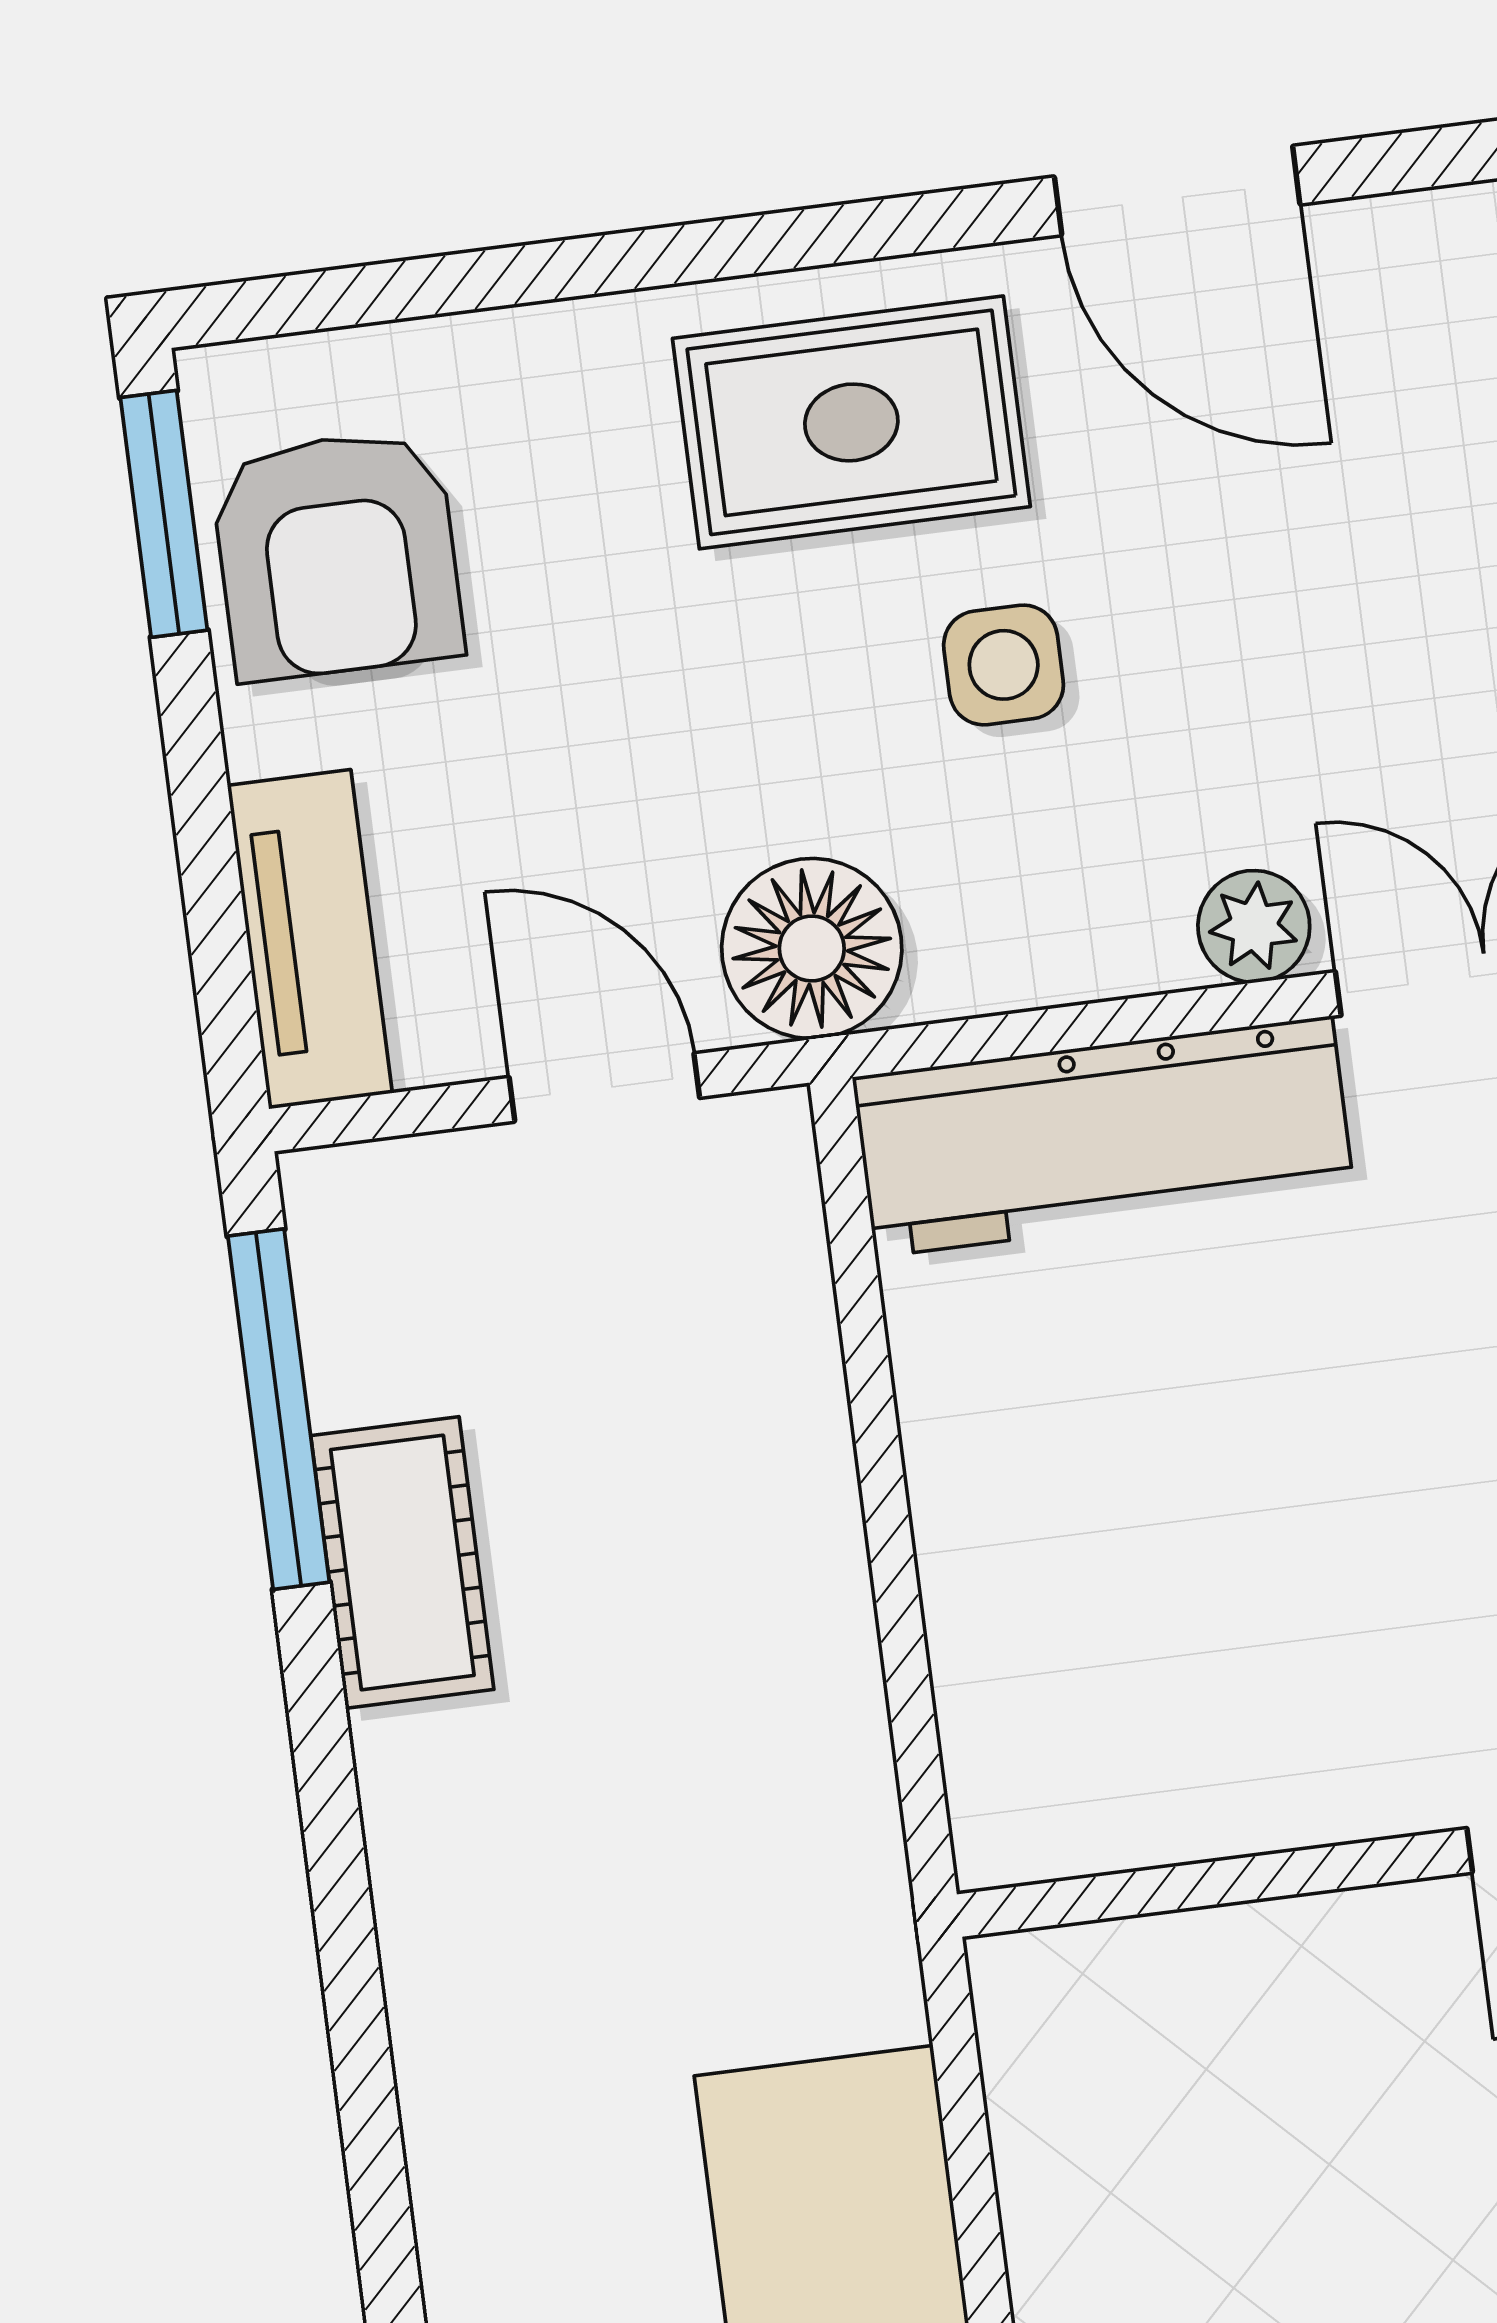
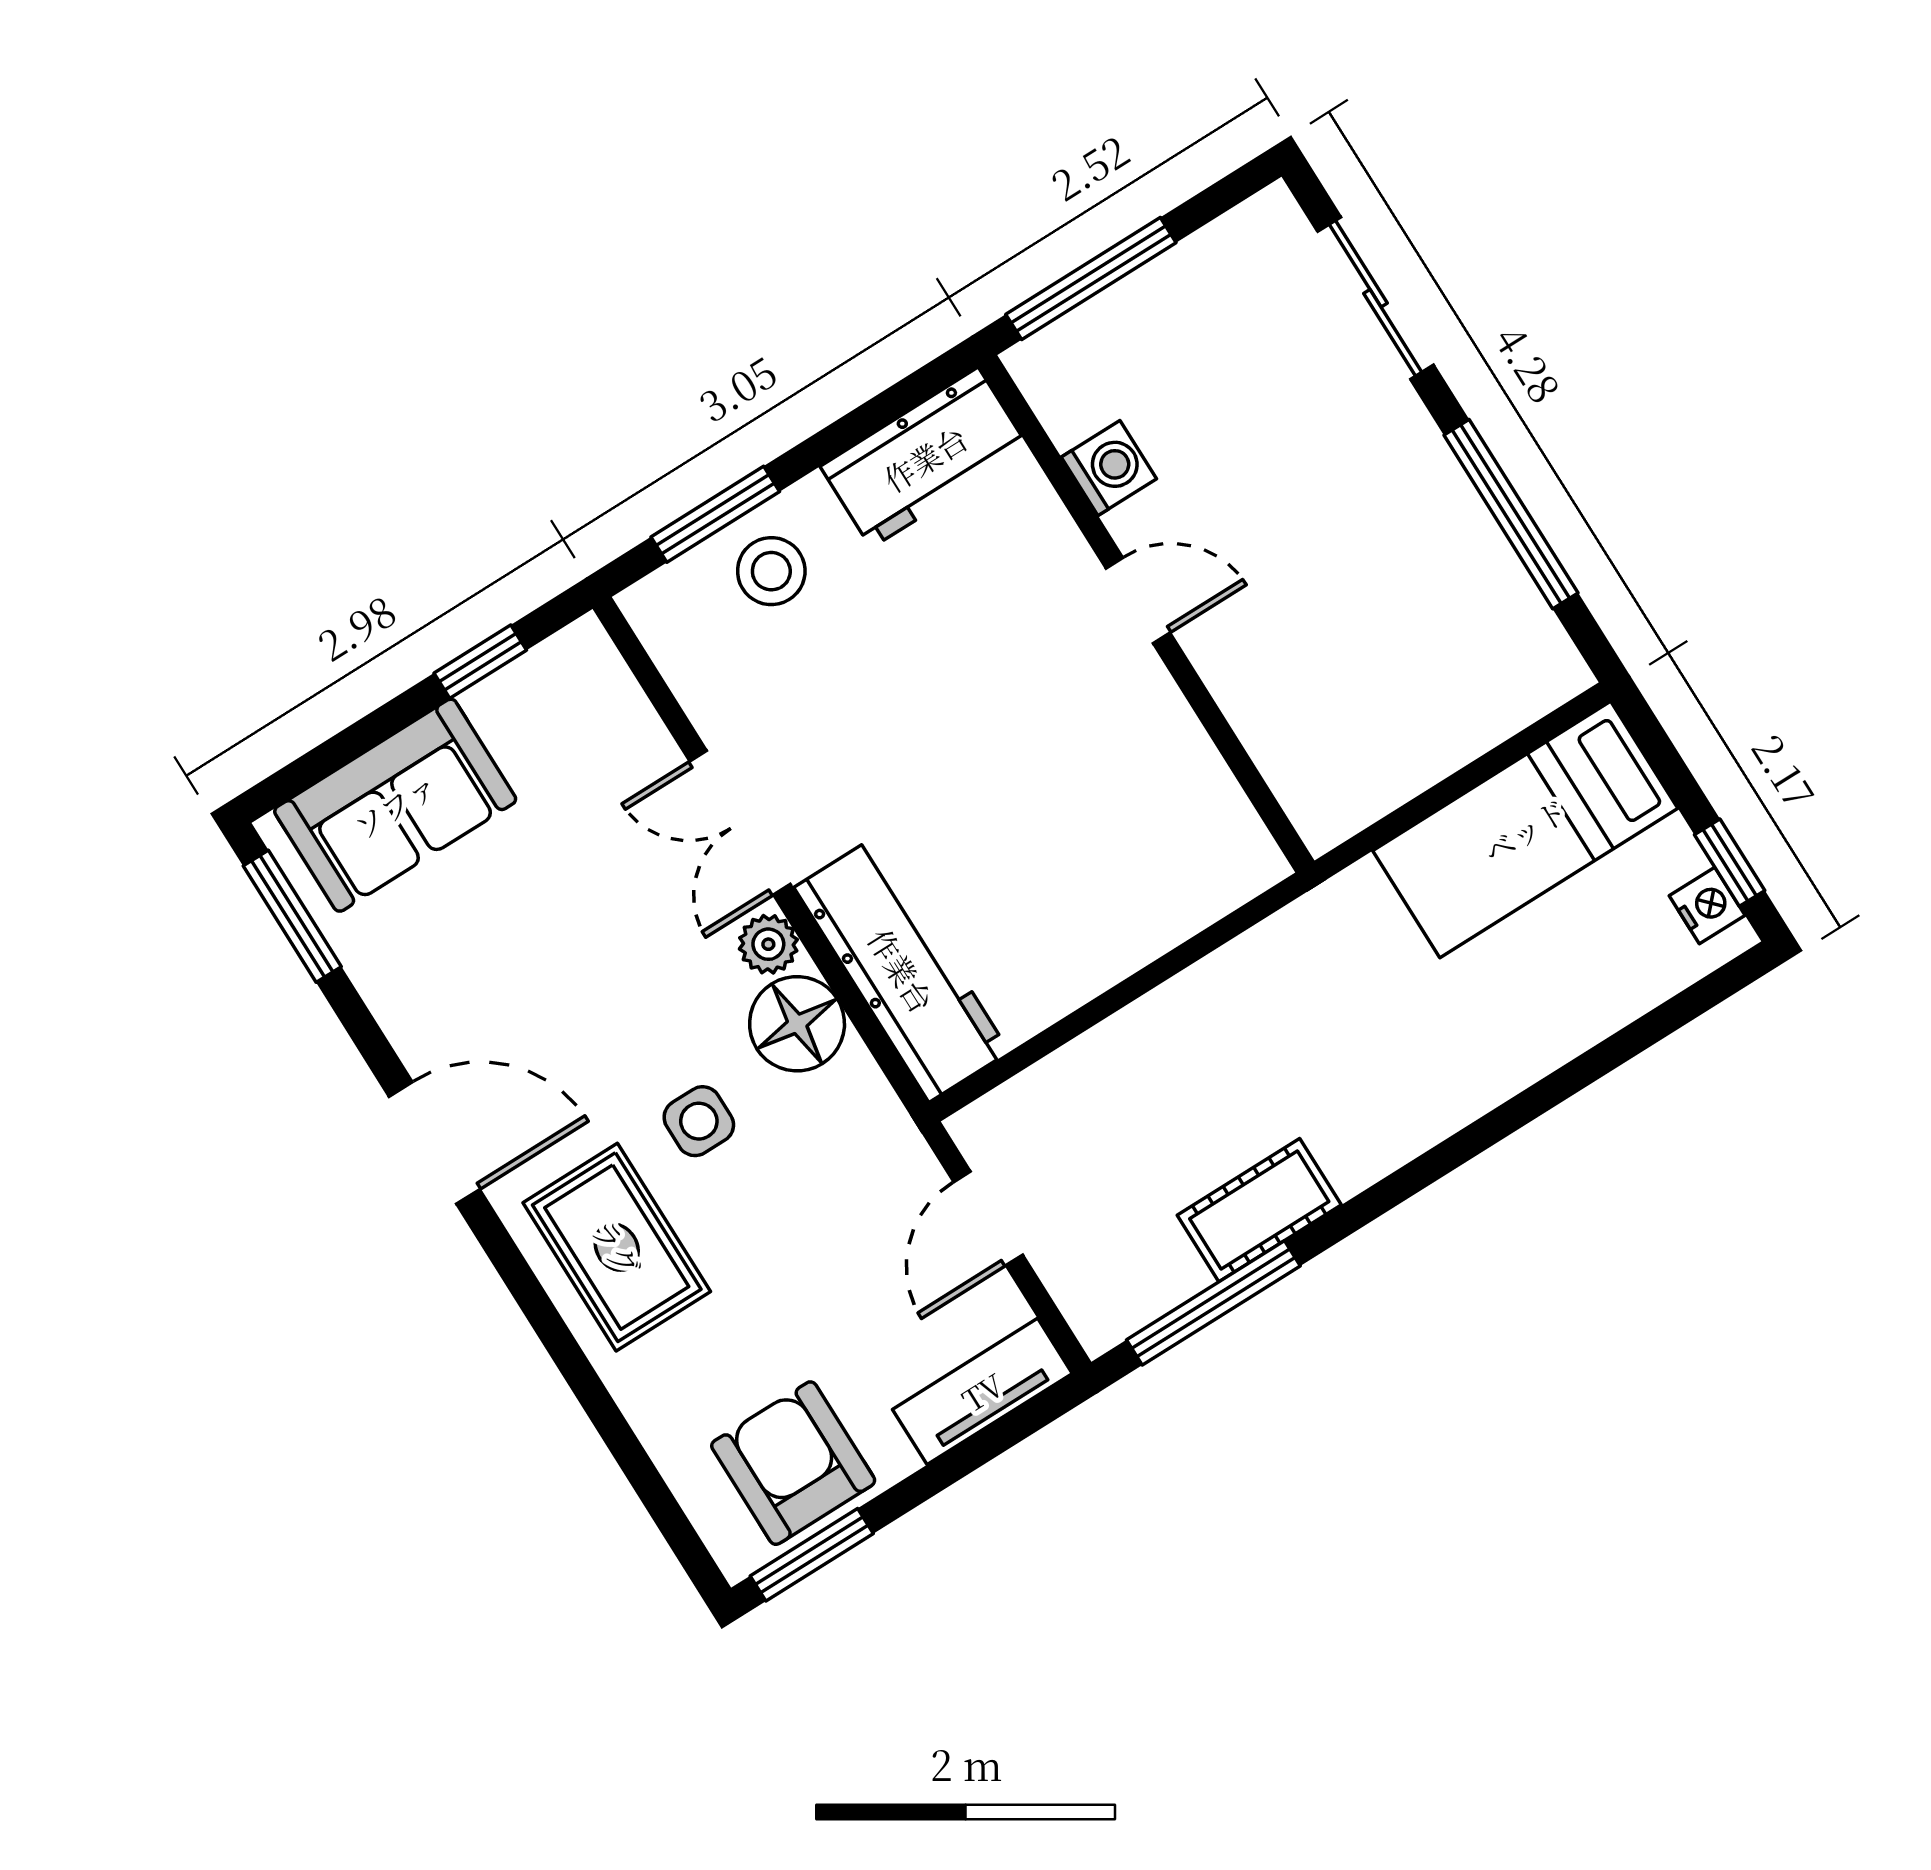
door: (1177, 190) -> (434, 1143), hinge flipped
armchair: (337, 555) -> (793, 1463), turned -90
floor lamp: (812, 949) -> (797, 1024), moved

